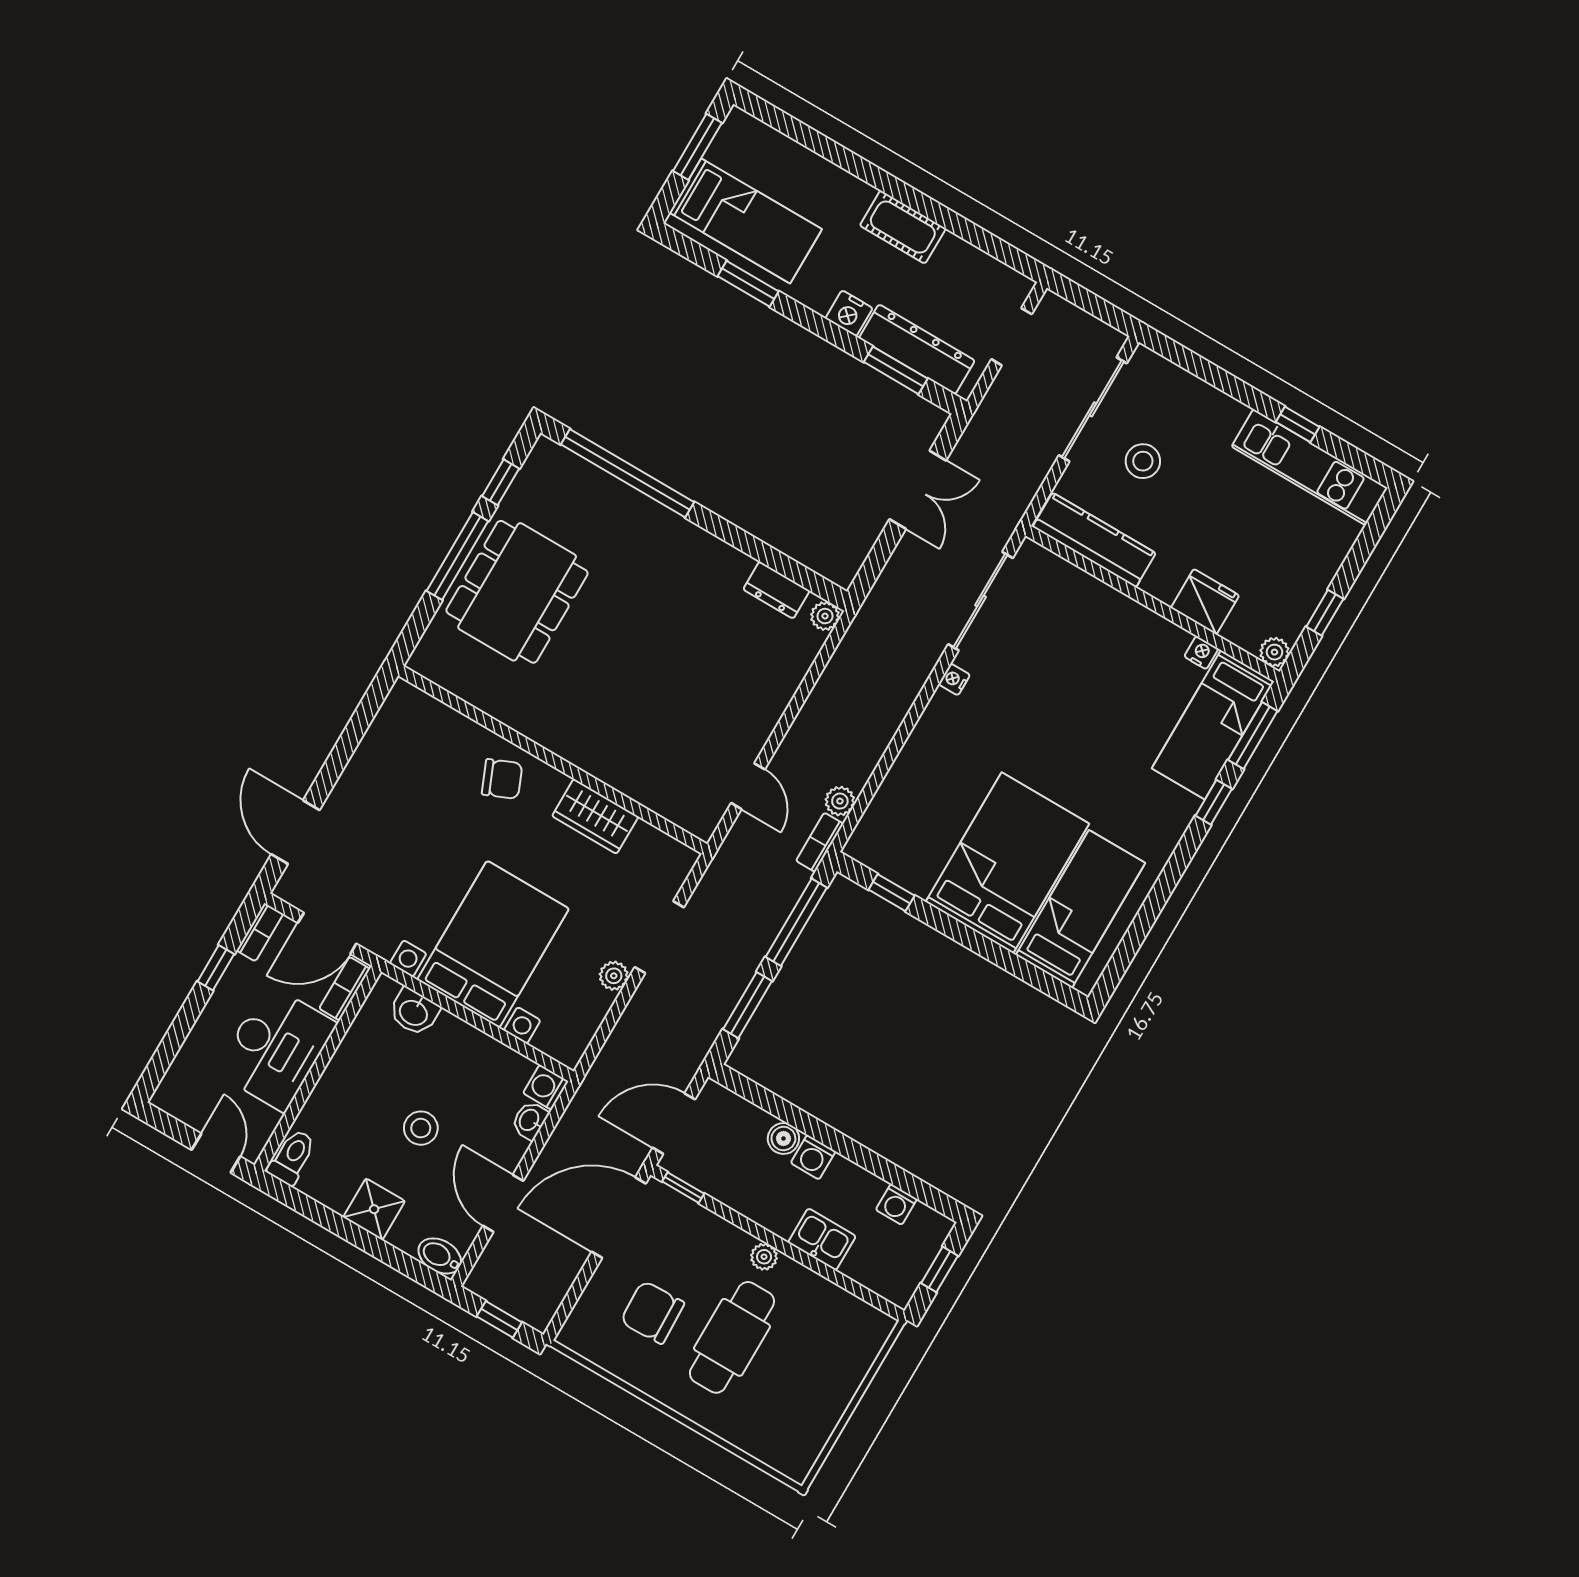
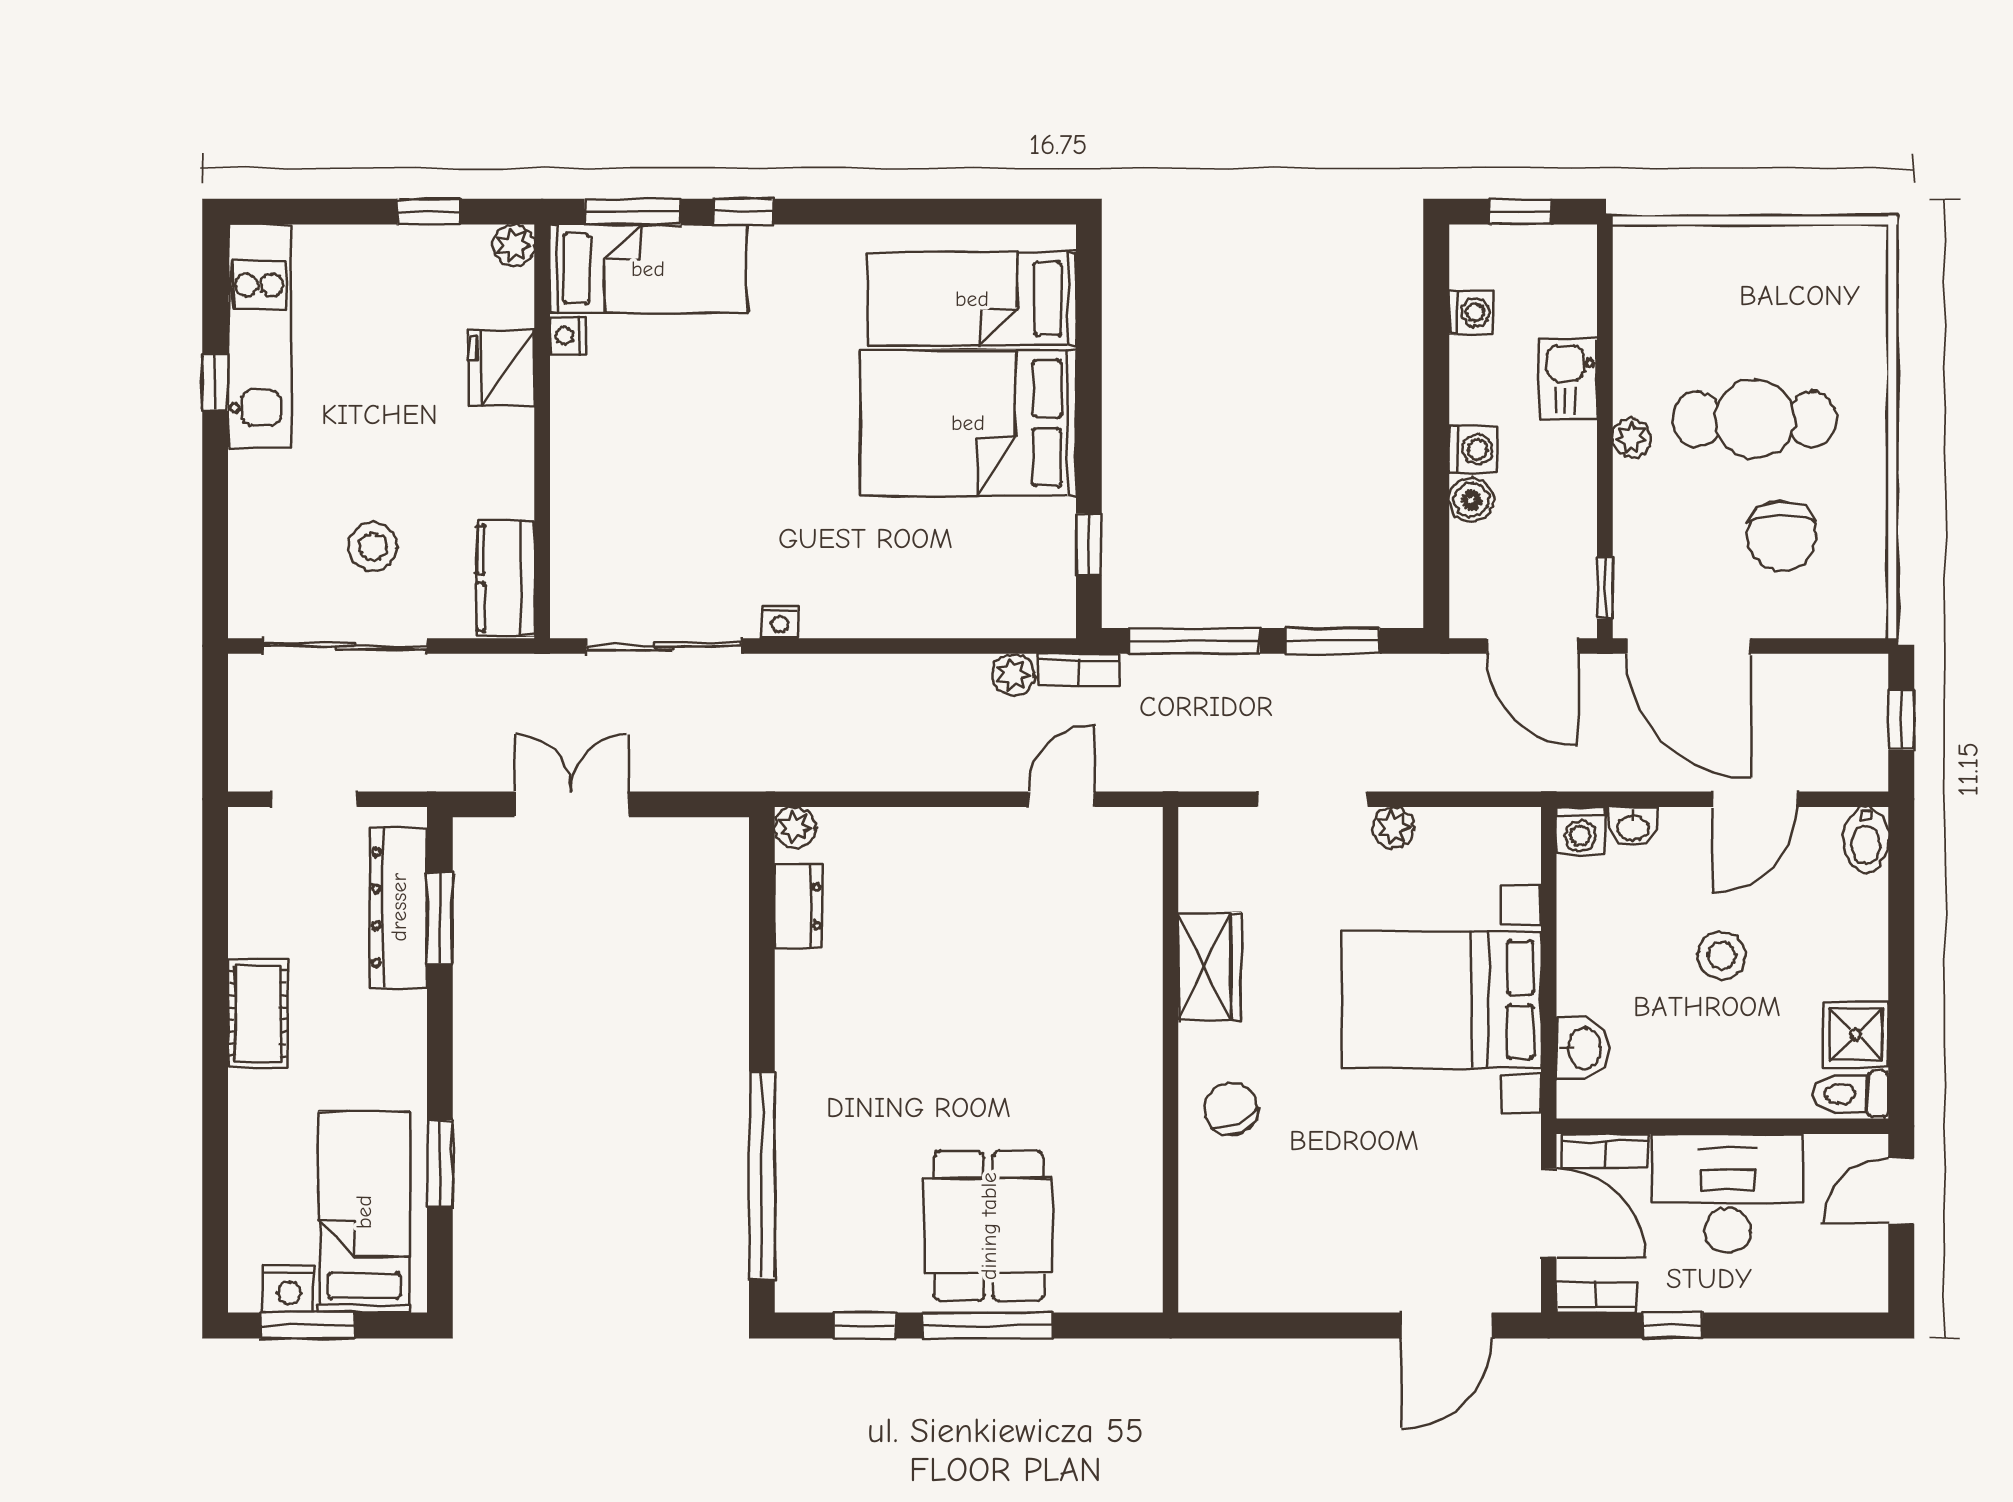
nightstand: (849, 313) -> (289, 1289), moved, turned 90
kitchen counter: (1094, 540) -> (506, 578), width x0.67
dining table: (517, 592) -> (989, 1226), width x0.73
shower: (374, 1209) -> (1856, 1034), moved

